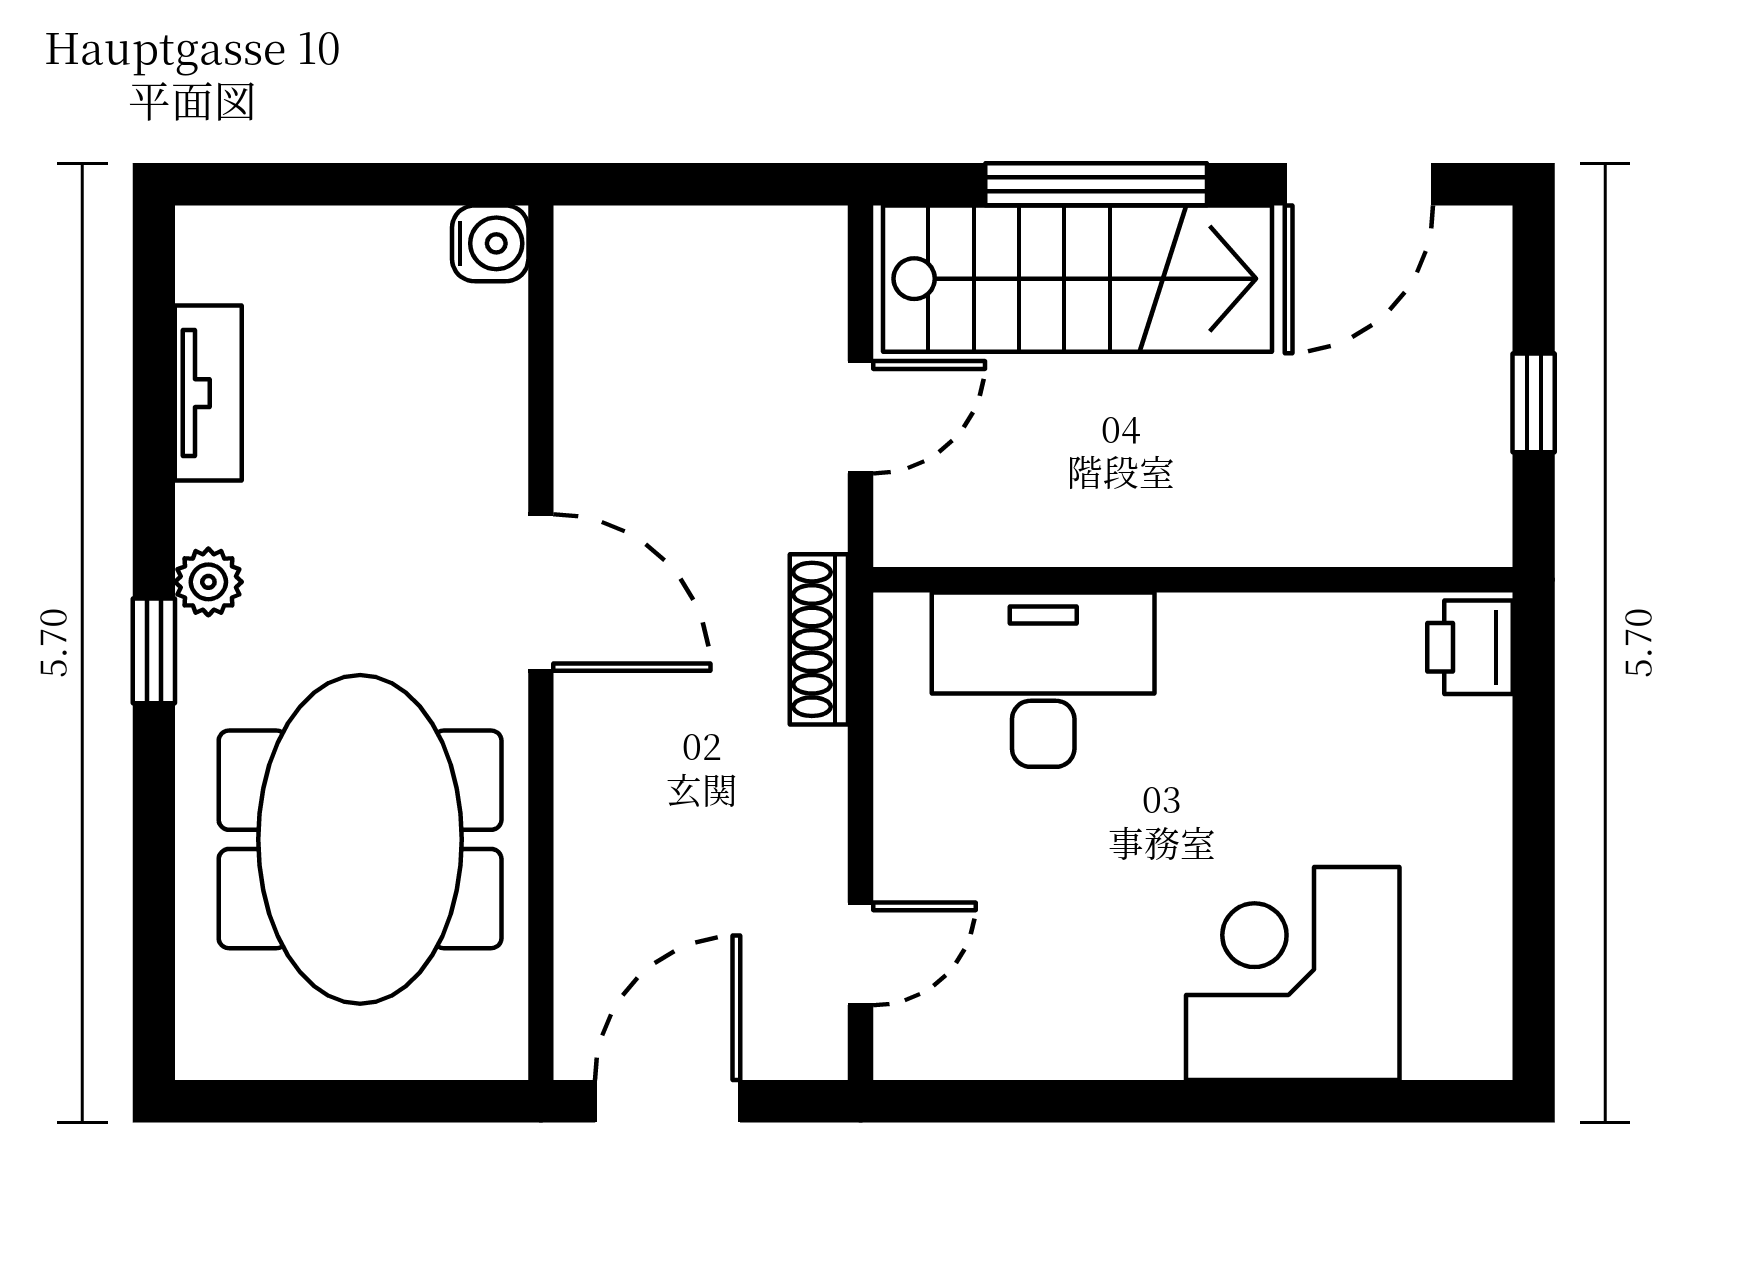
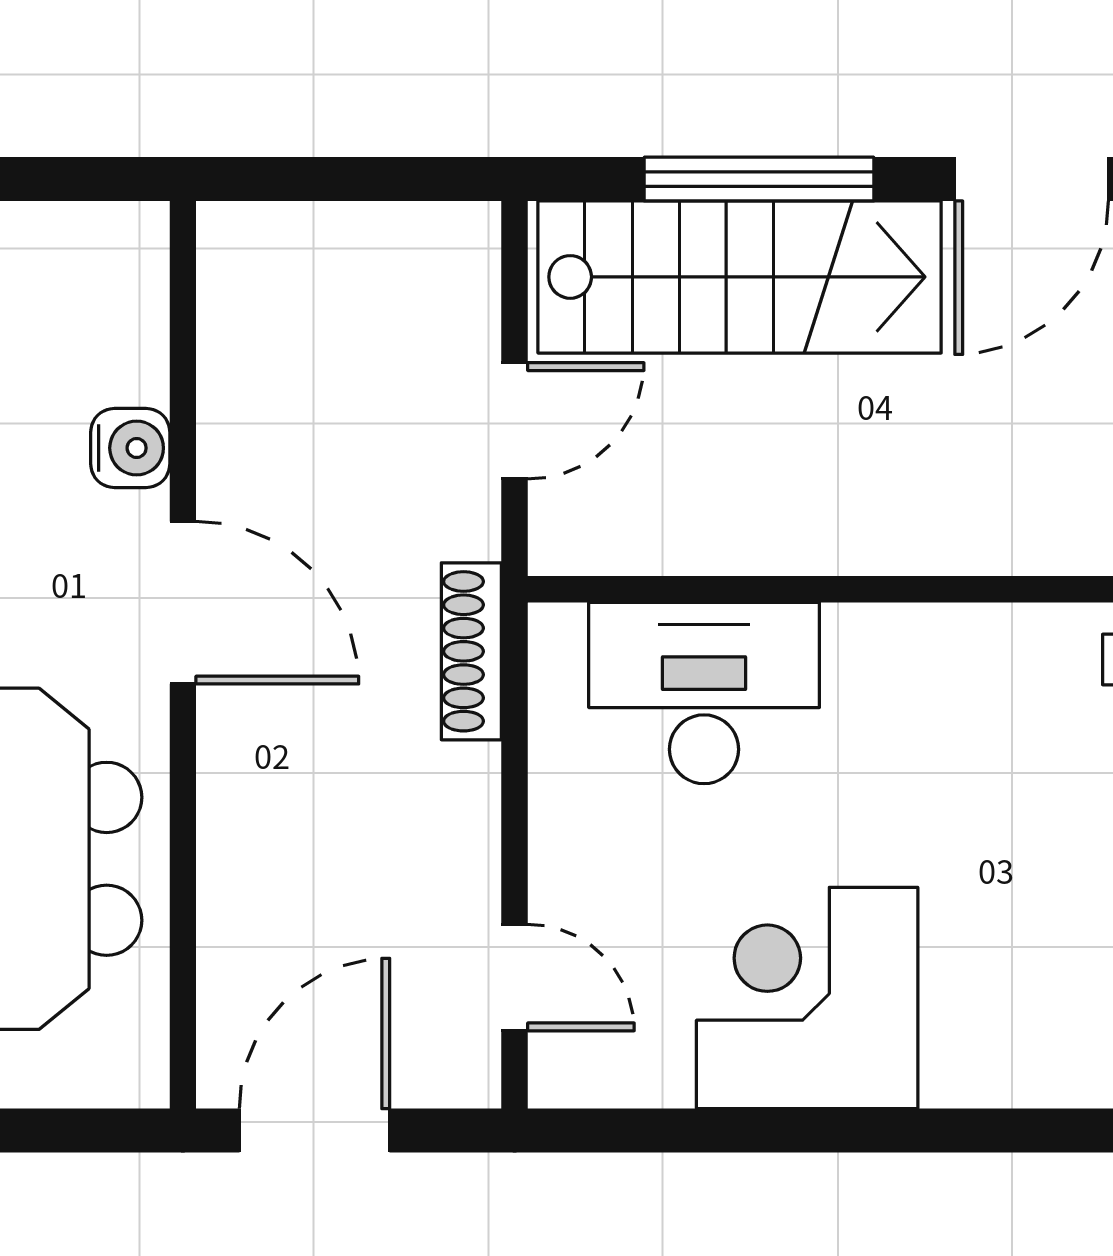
water cooler: (490, 243) -> (130, 448), moved
door: (861, 954) -> (515, 978), hinge flipped
corner desk: (1293, 974) -> (807, 998), moved

